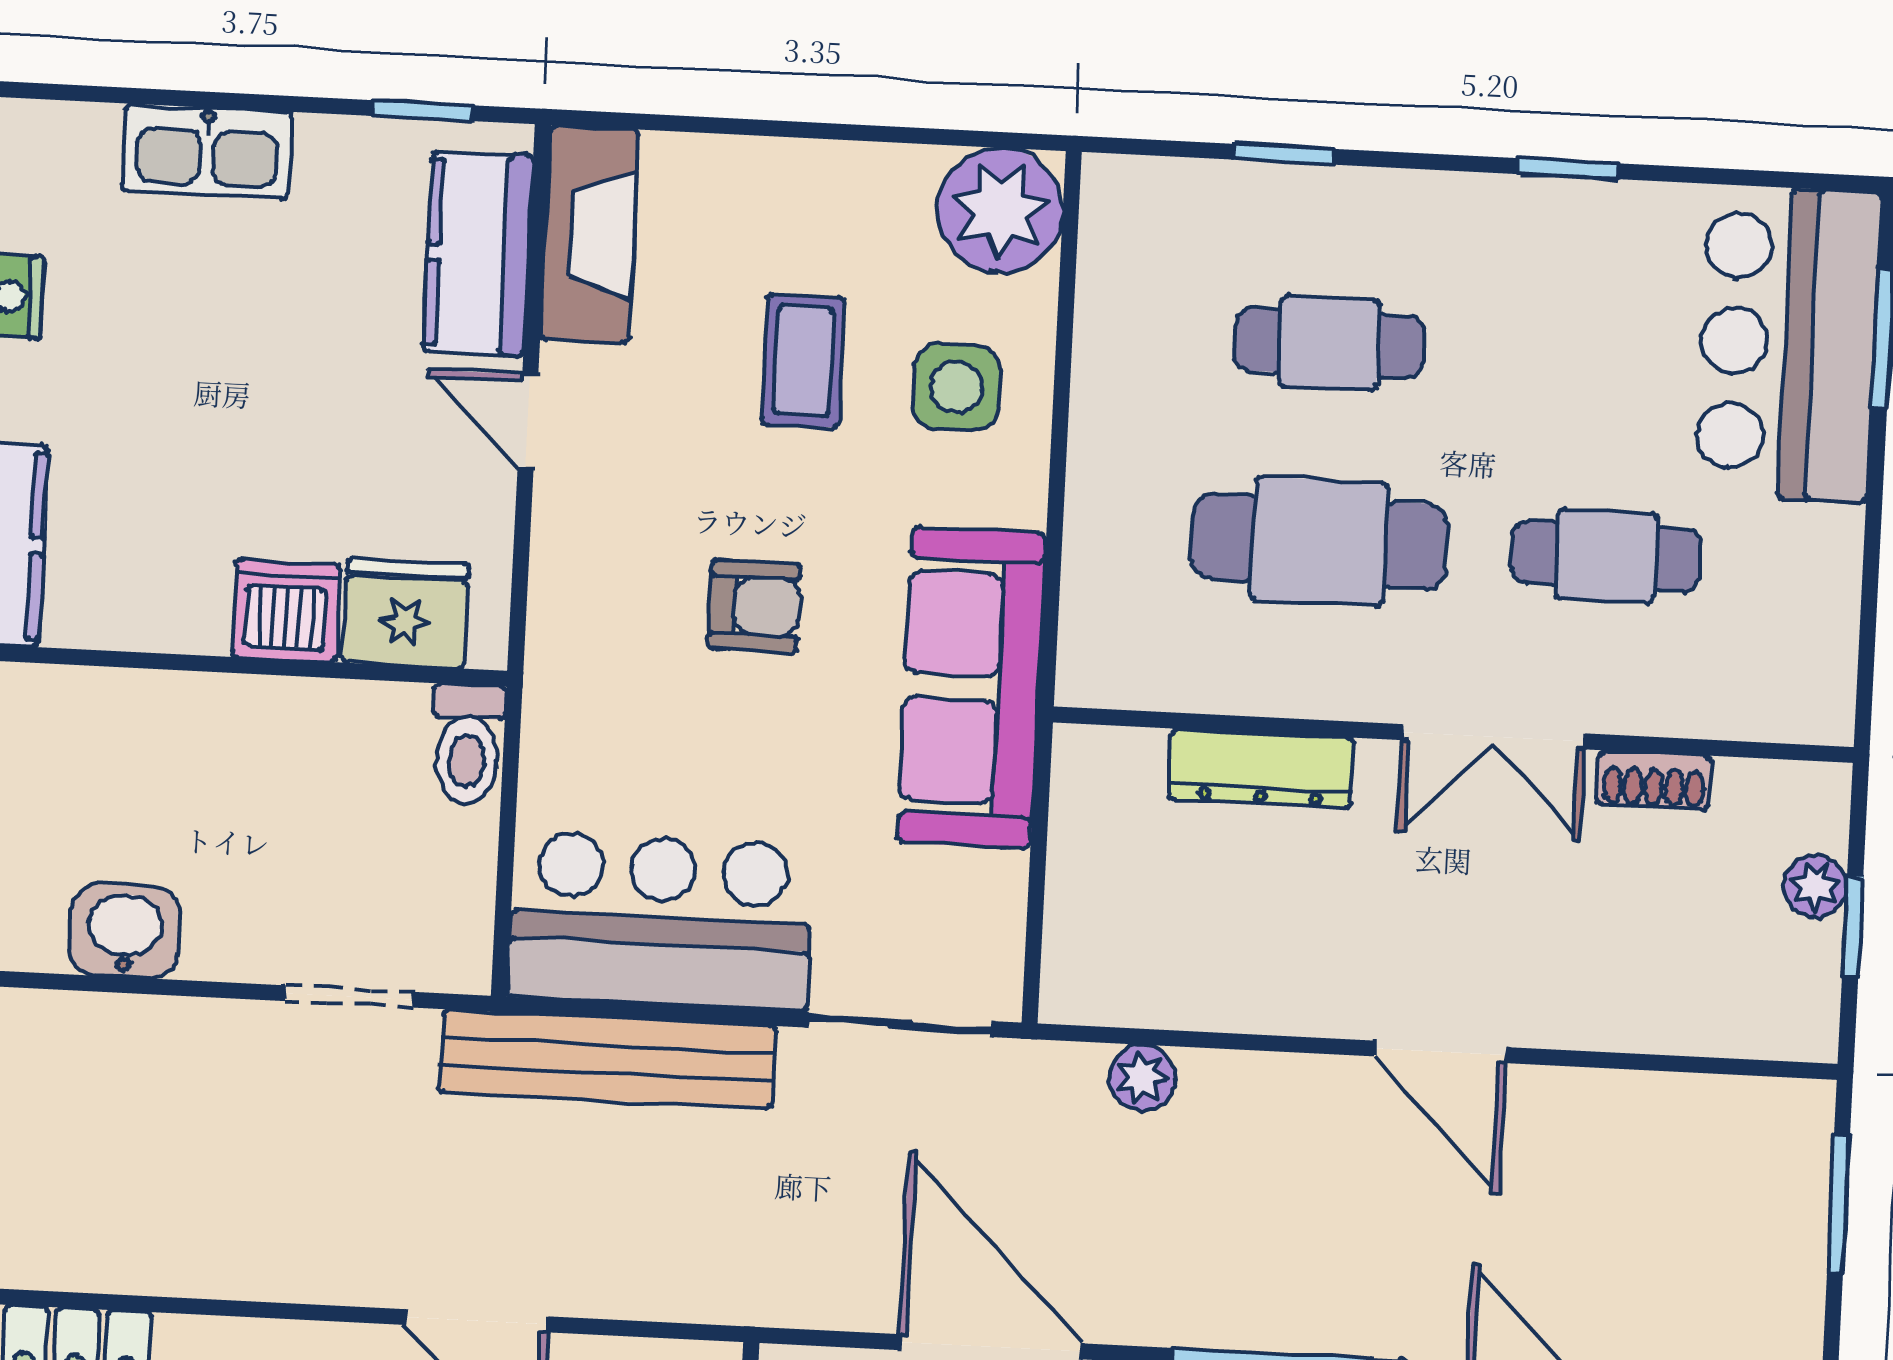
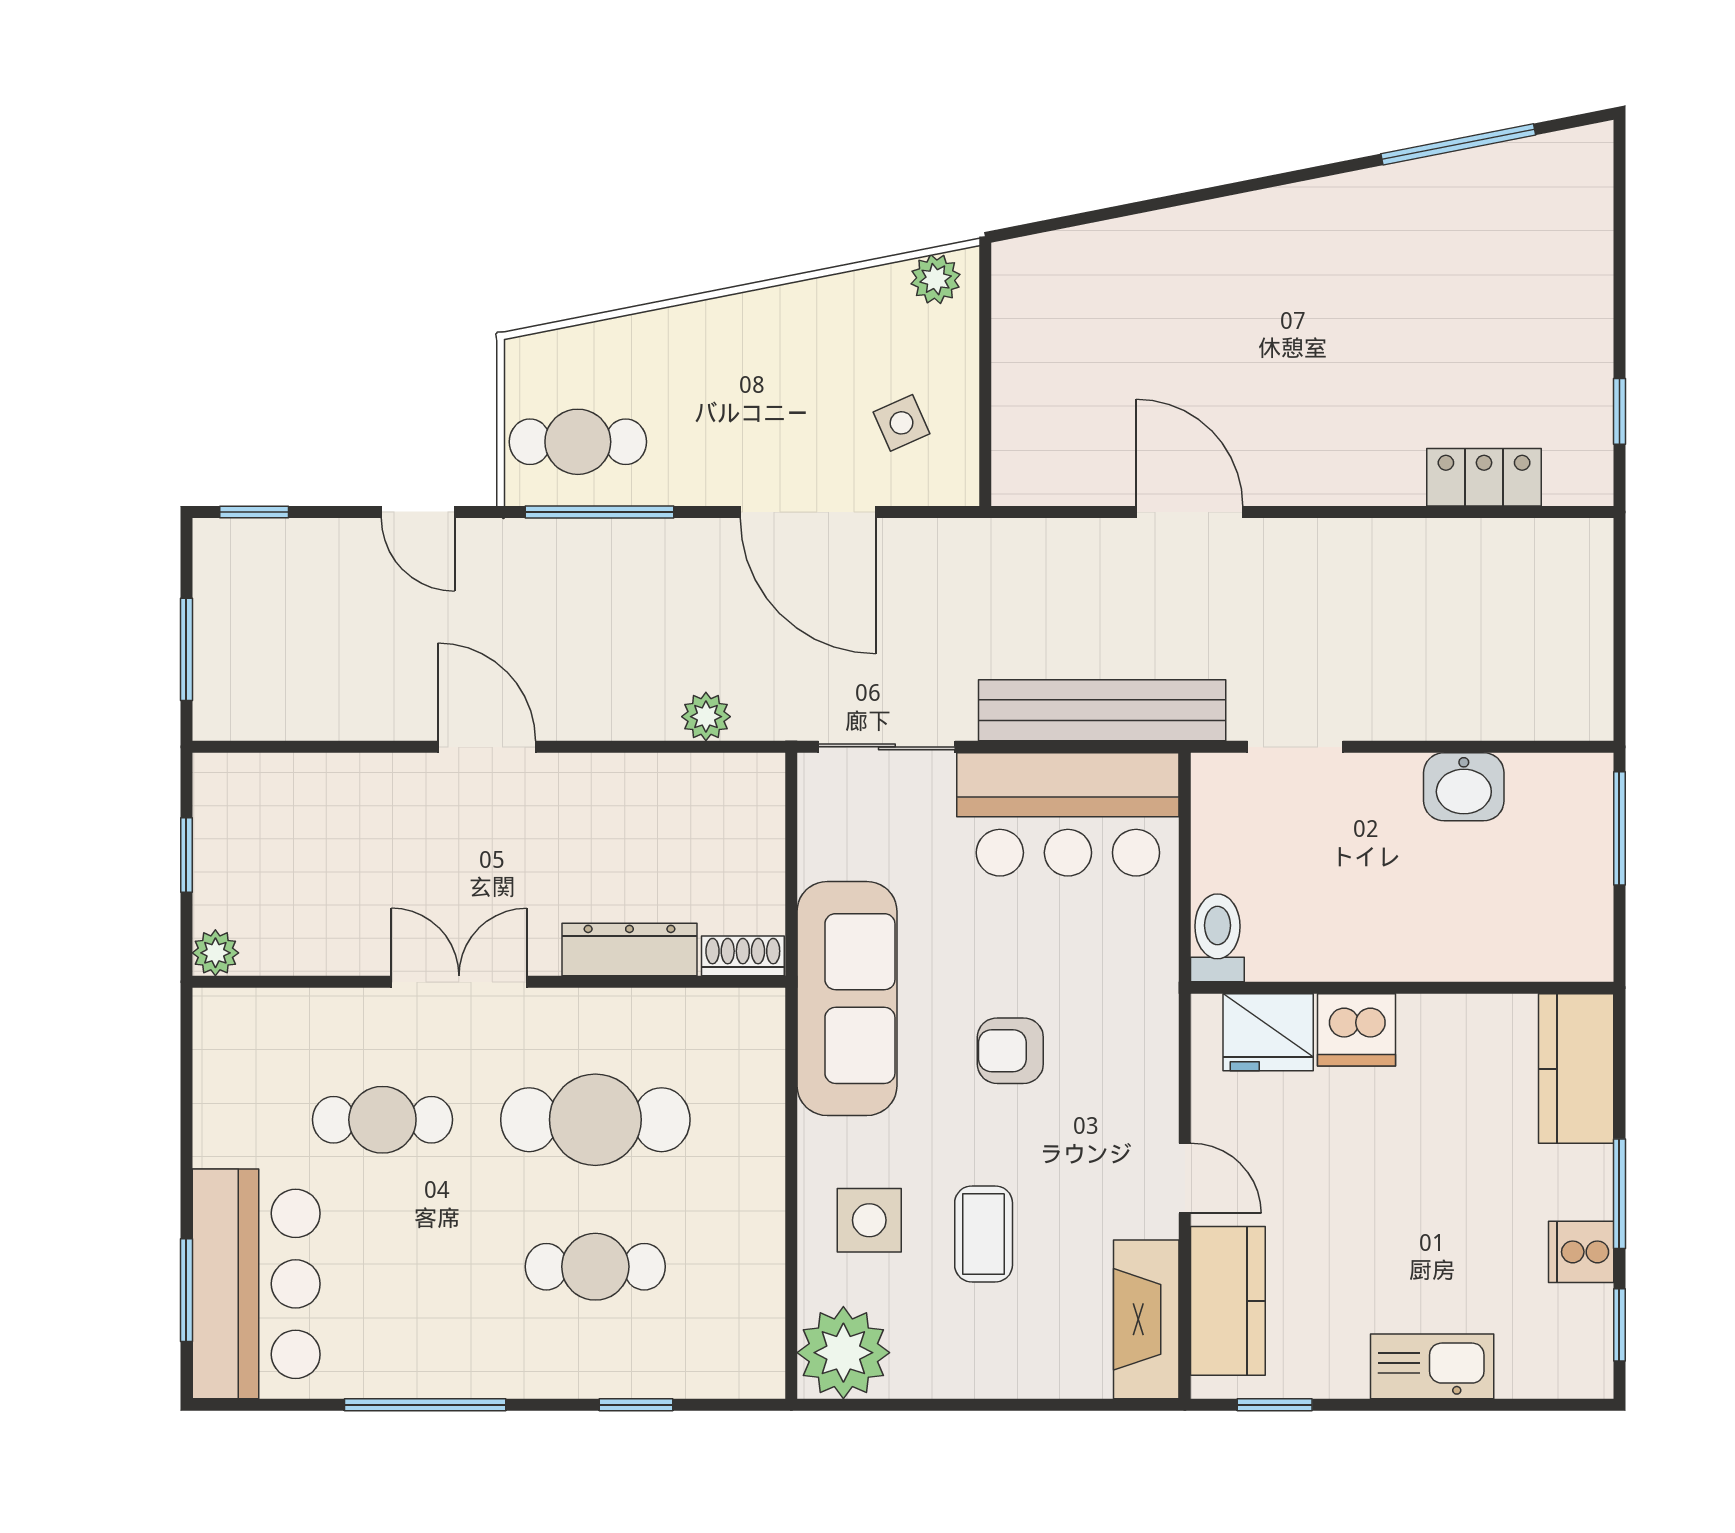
window: (1568, 169) -> (425, 1405), width x2.17
shoe rack: (1654, 780) -> (743, 956), moved
plant: (1815, 886) -> (215, 953), moved

